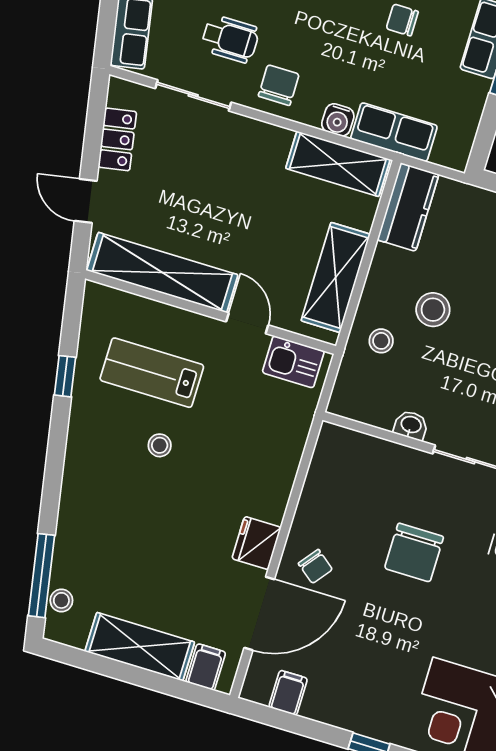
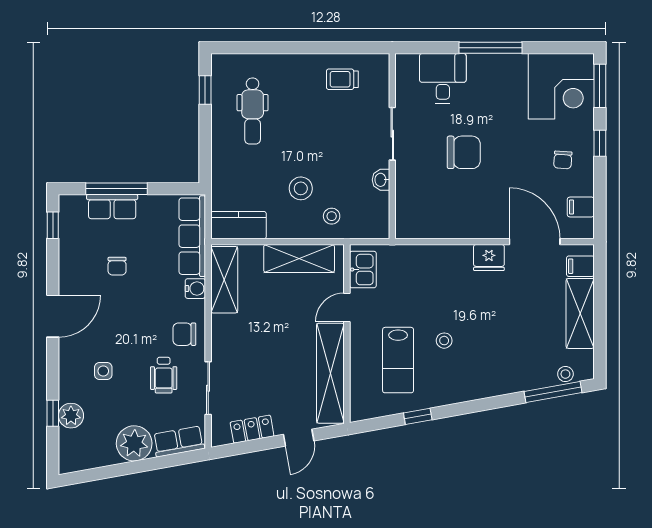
wheelchair: (230, 39) -> (164, 375), turned 180
row of seats: (394, 132) -> (192, 236), width x1.48
chair: (315, 566) -> (563, 160), moved, turned 146

